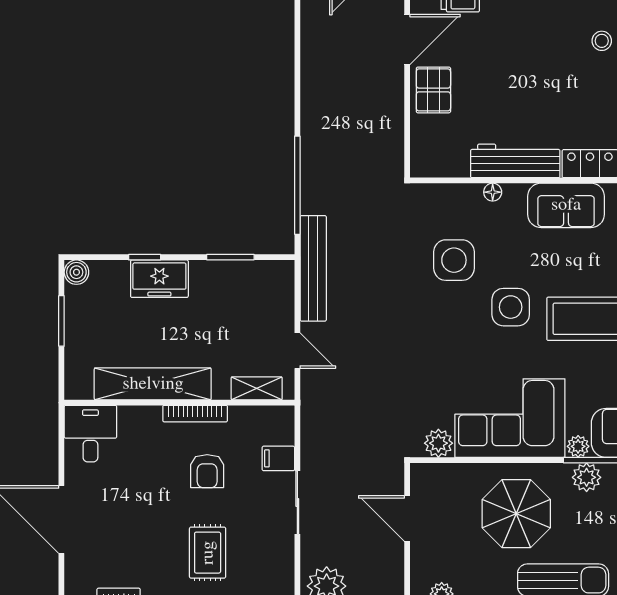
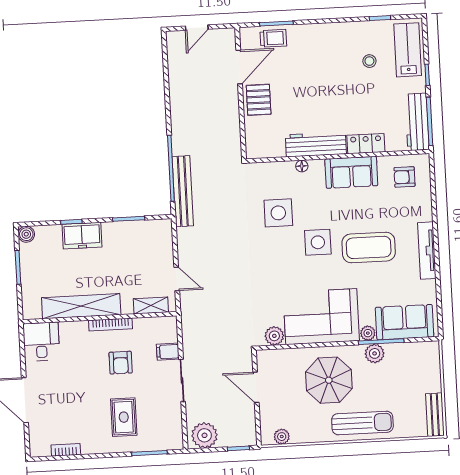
bench: (313, 268) -> (183, 191), moved

